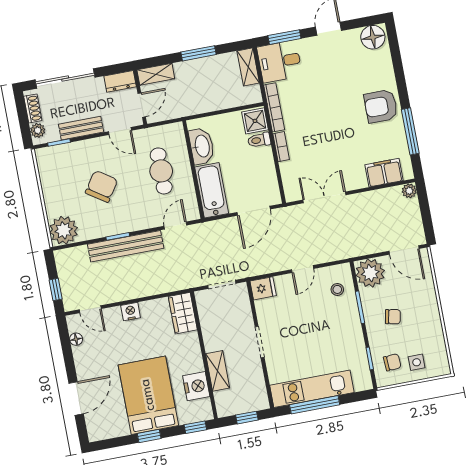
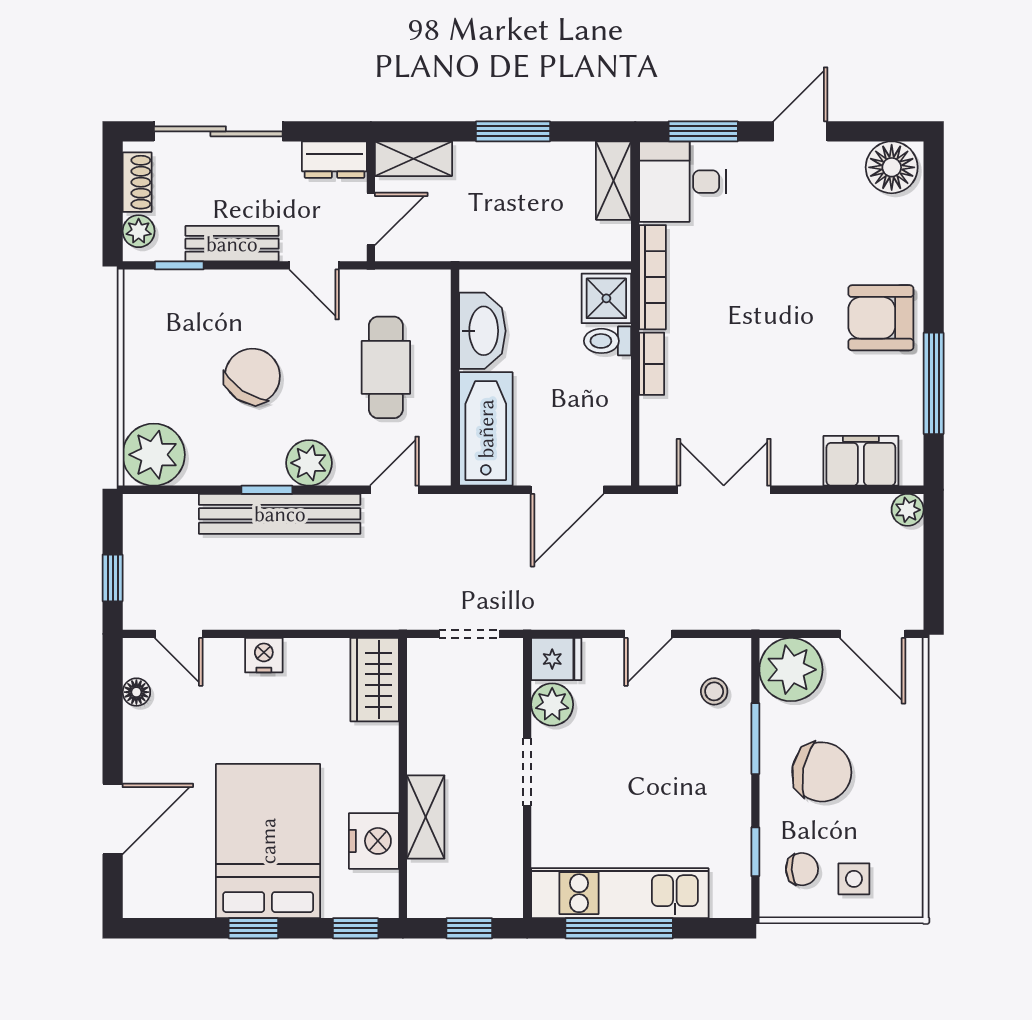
plant: (135, 221) -> (309, 463), added
plant: (265, 309) -> (552, 704), added
chair: (393, 317) -> (822, 772), width x1.87, depth x1.87

